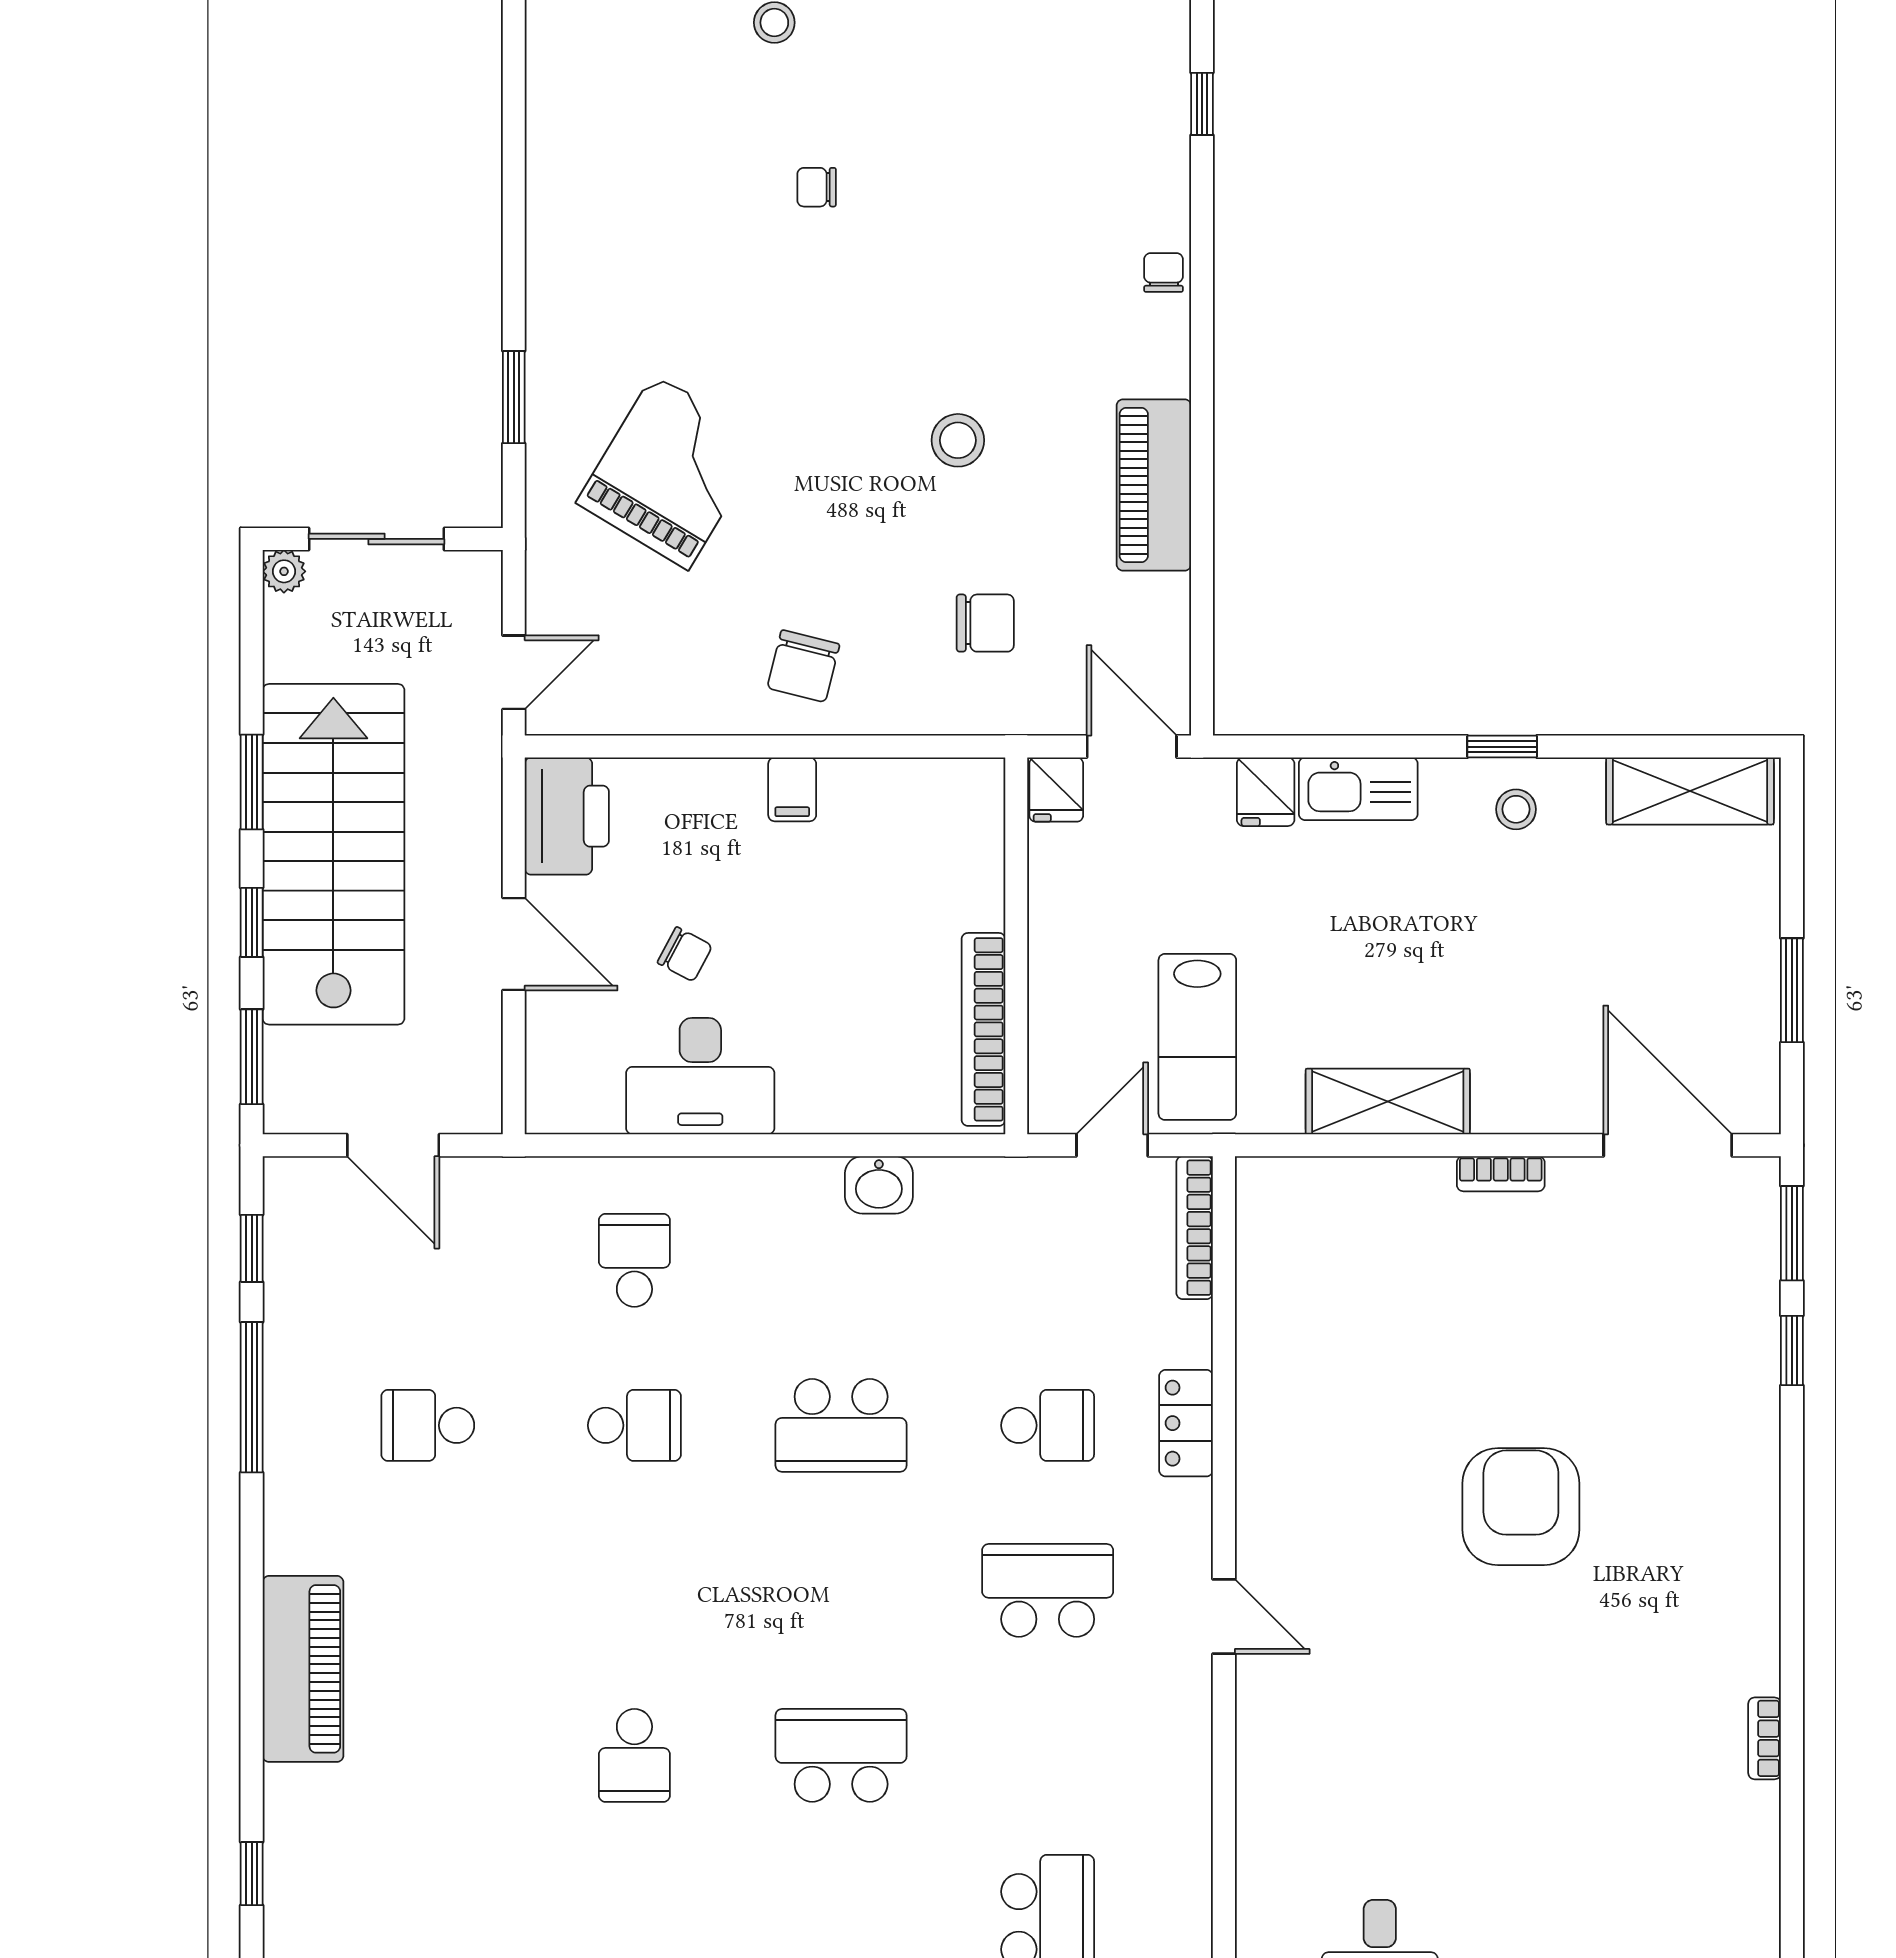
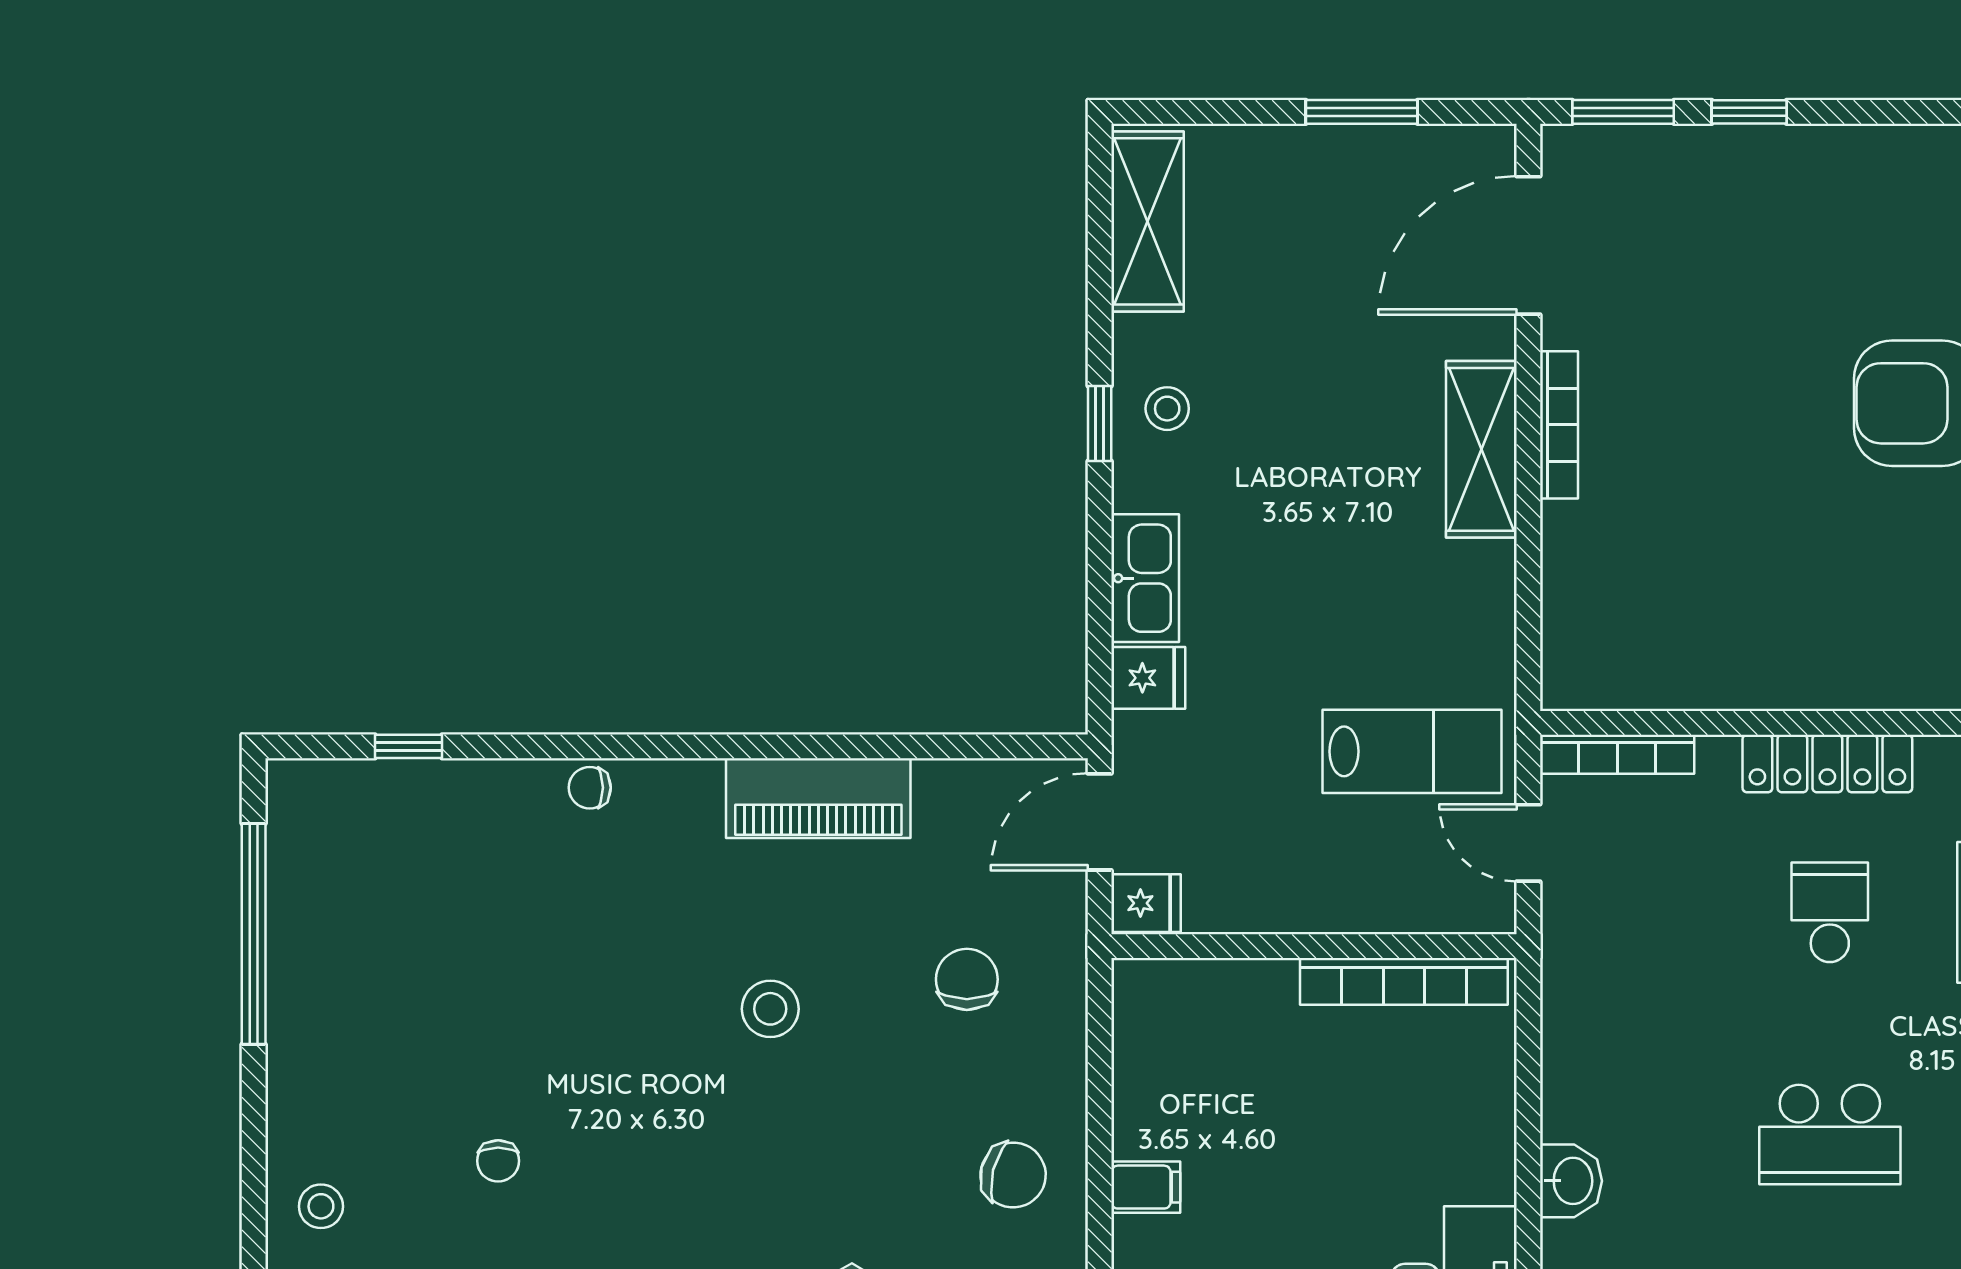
shelving: (1388, 1101) -> (1481, 449), moved
bookcase: (1501, 1174) -> (1559, 425), width x1.56
washbasin: (879, 1185) -> (1571, 1181), moved
locker: (1186, 1423) -> (1827, 764), width x1.53
school desk: (841, 1425) -> (1830, 1135), turned 90

